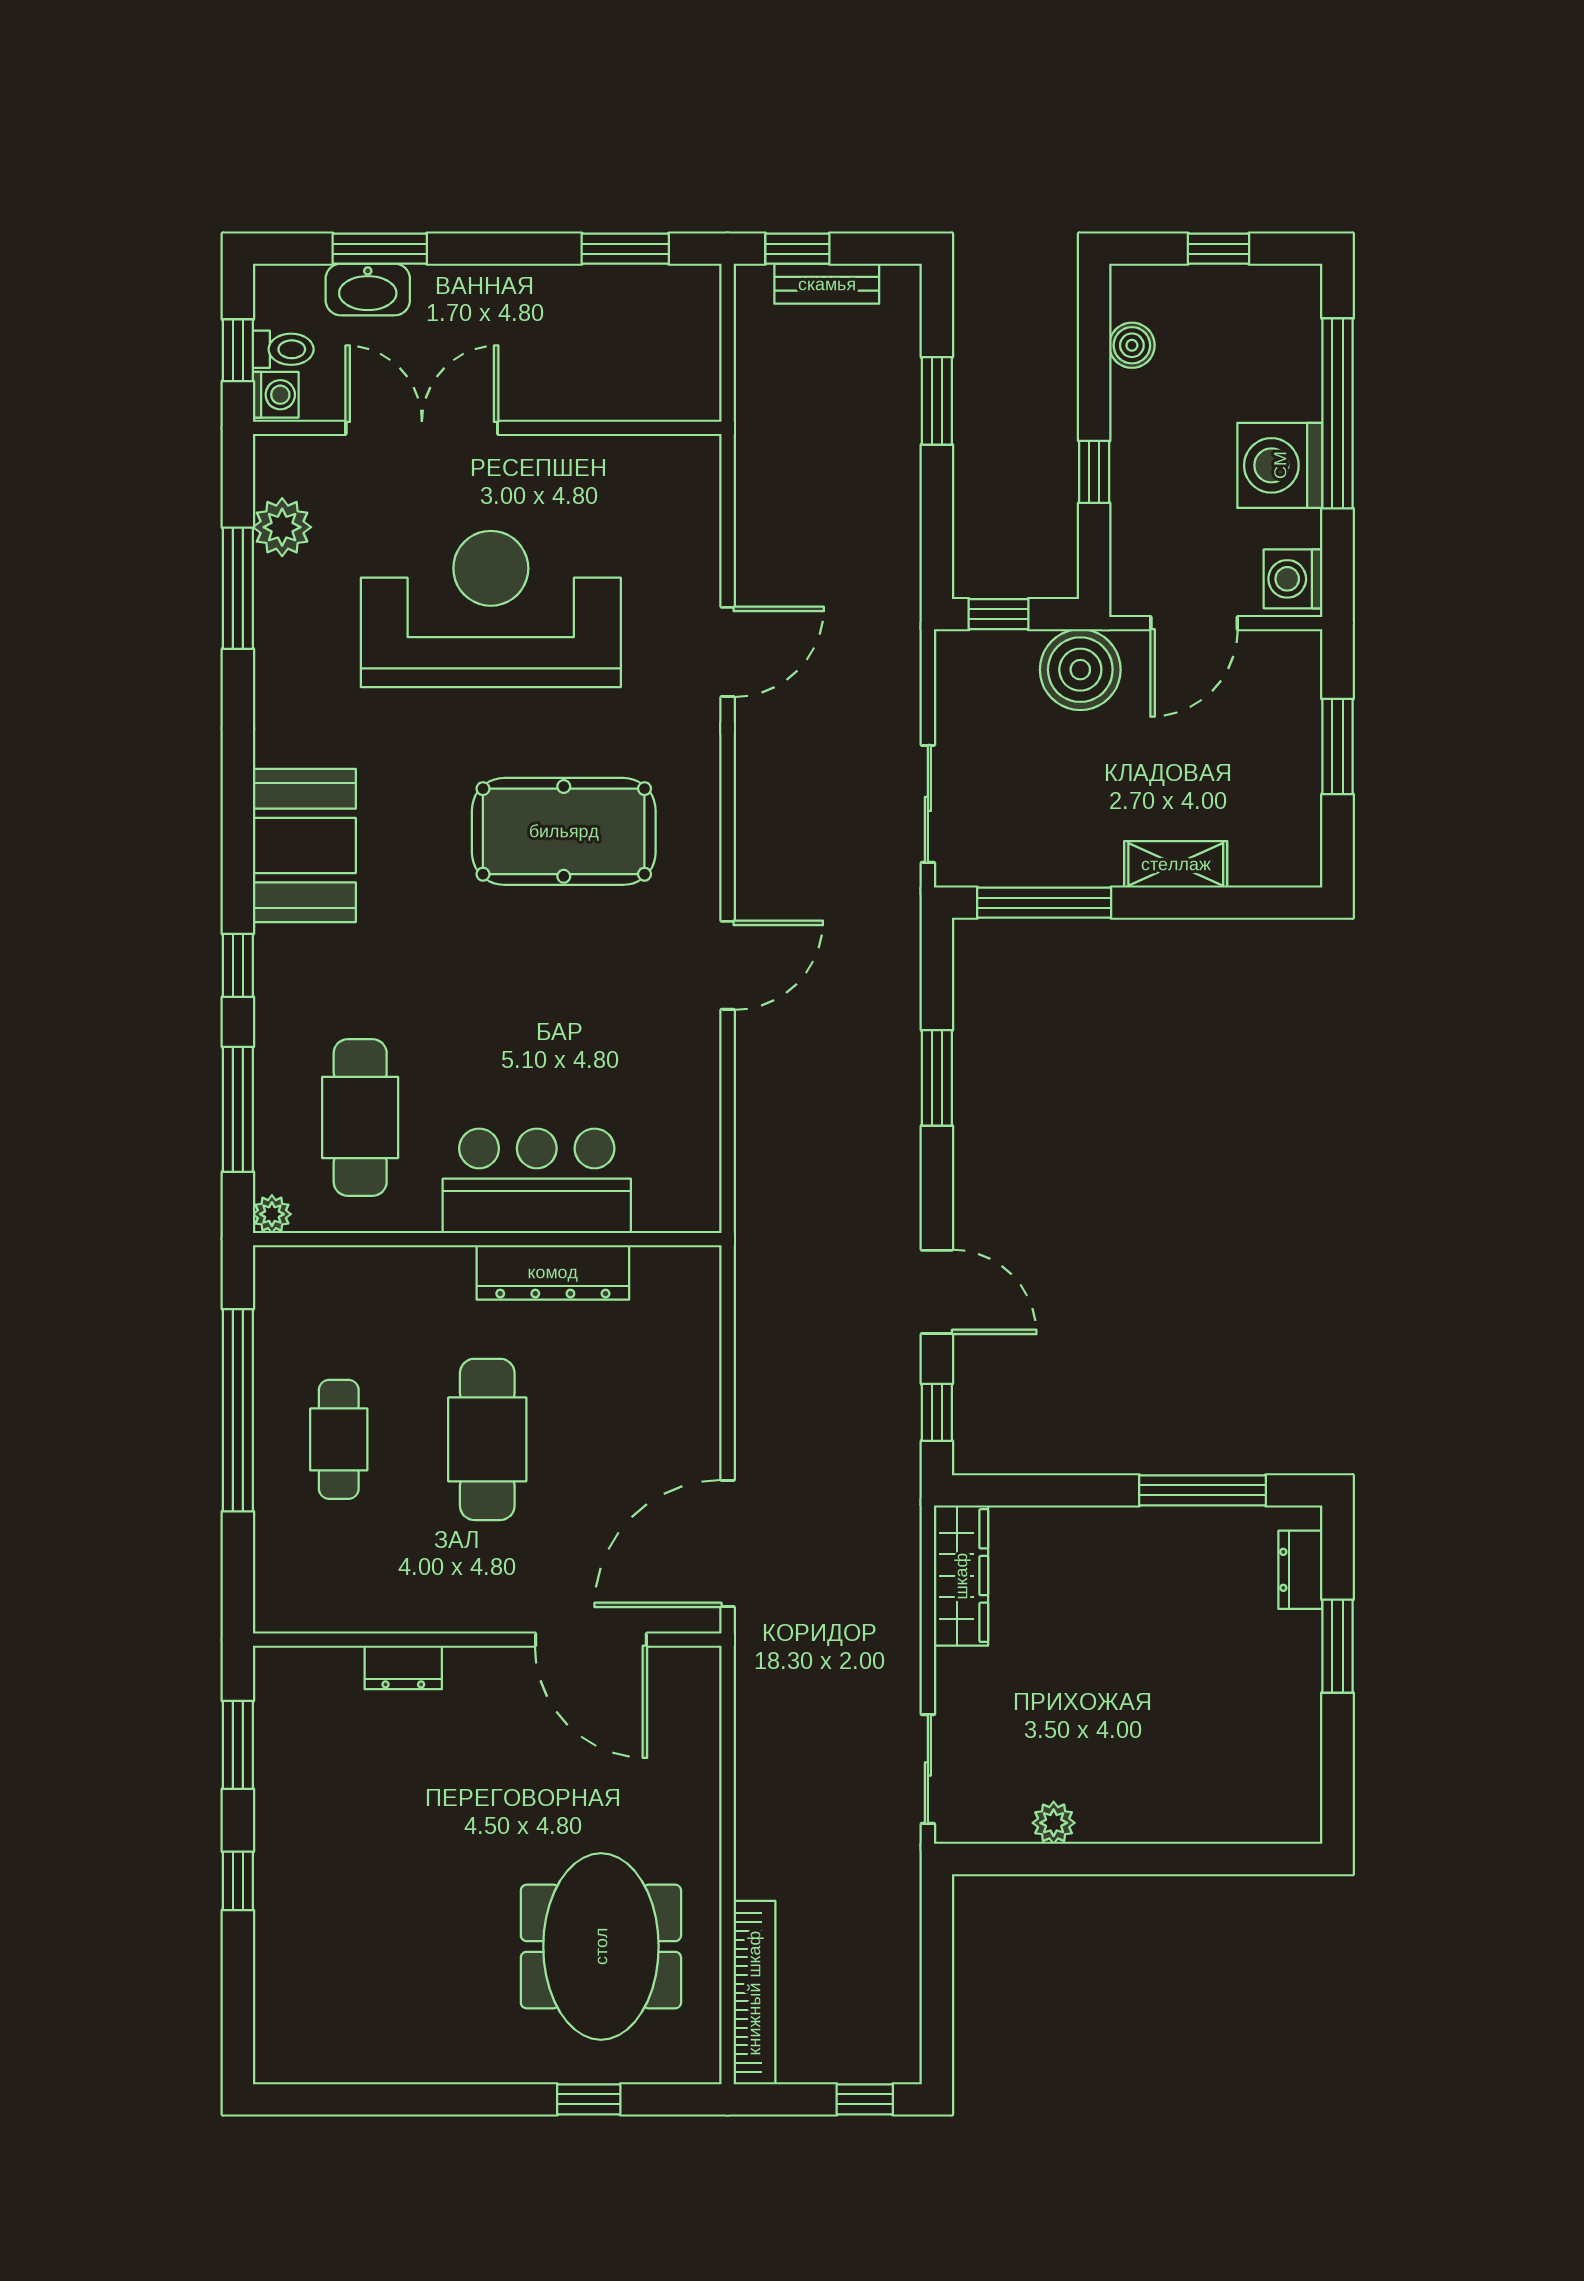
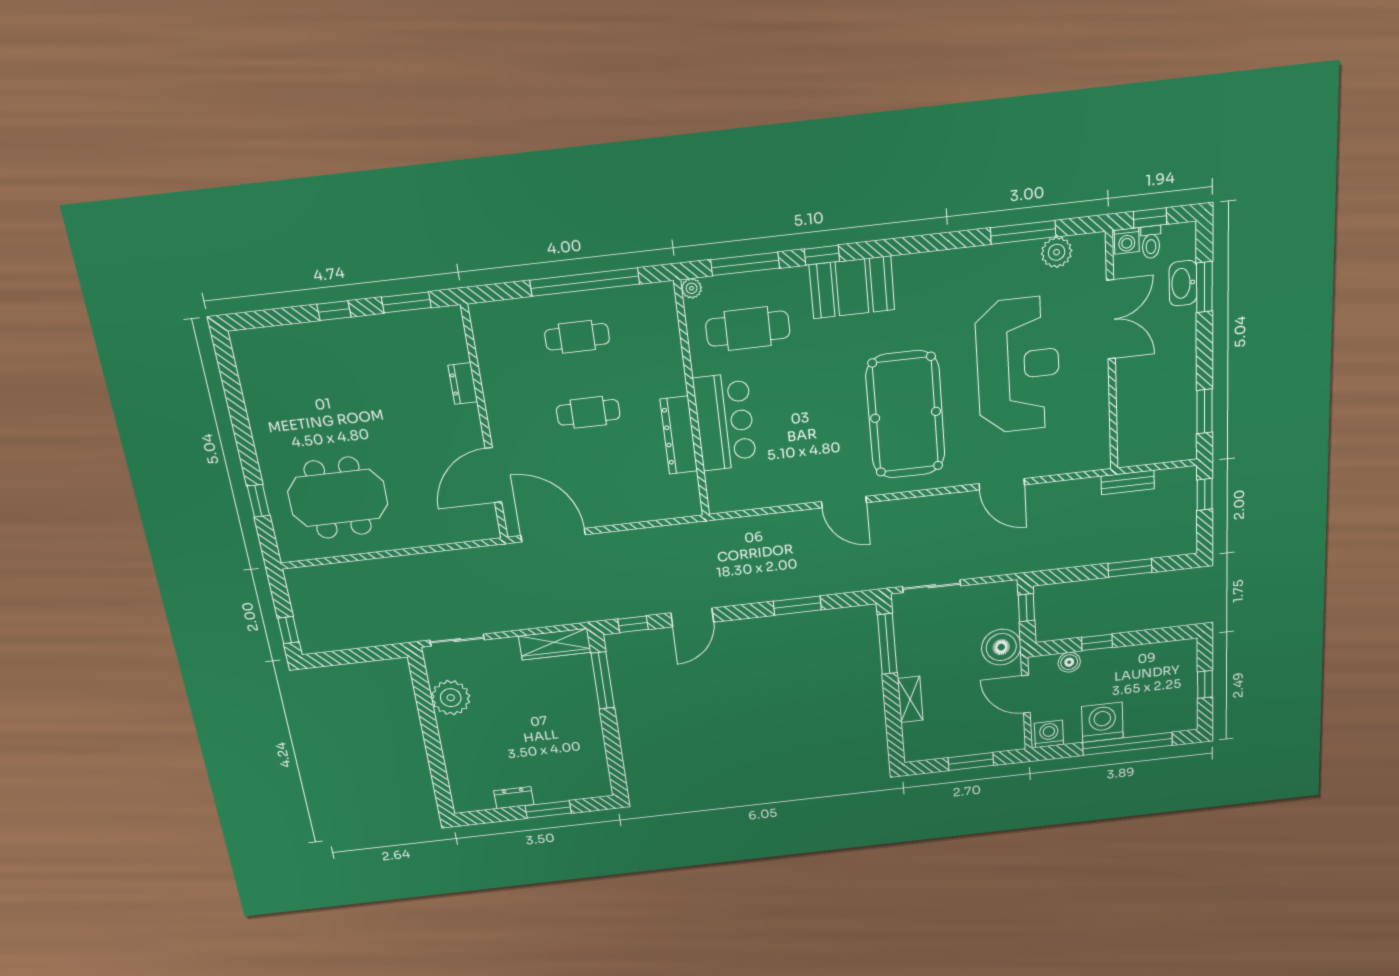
bench: (827, 284) -> (1128, 482), moved, turned 90
boiler: (1132, 345) -> (1069, 662), moved
pool table: (564, 831) -> (906, 415), width x1.36, depth x1.32
booth: (304, 846) -> (852, 287), moved
cafe table: (487, 1439) -> (588, 412), width x0.73, depth x0.74
window: (1203, 1490) -> (603, 680), moved
dresser: (1300, 1570) -> (514, 798), moved
plant: (1054, 1823) -> (451, 698), width x1.88, depth x1.88
bookcase: (754, 1993) -> (330, 573), removed

